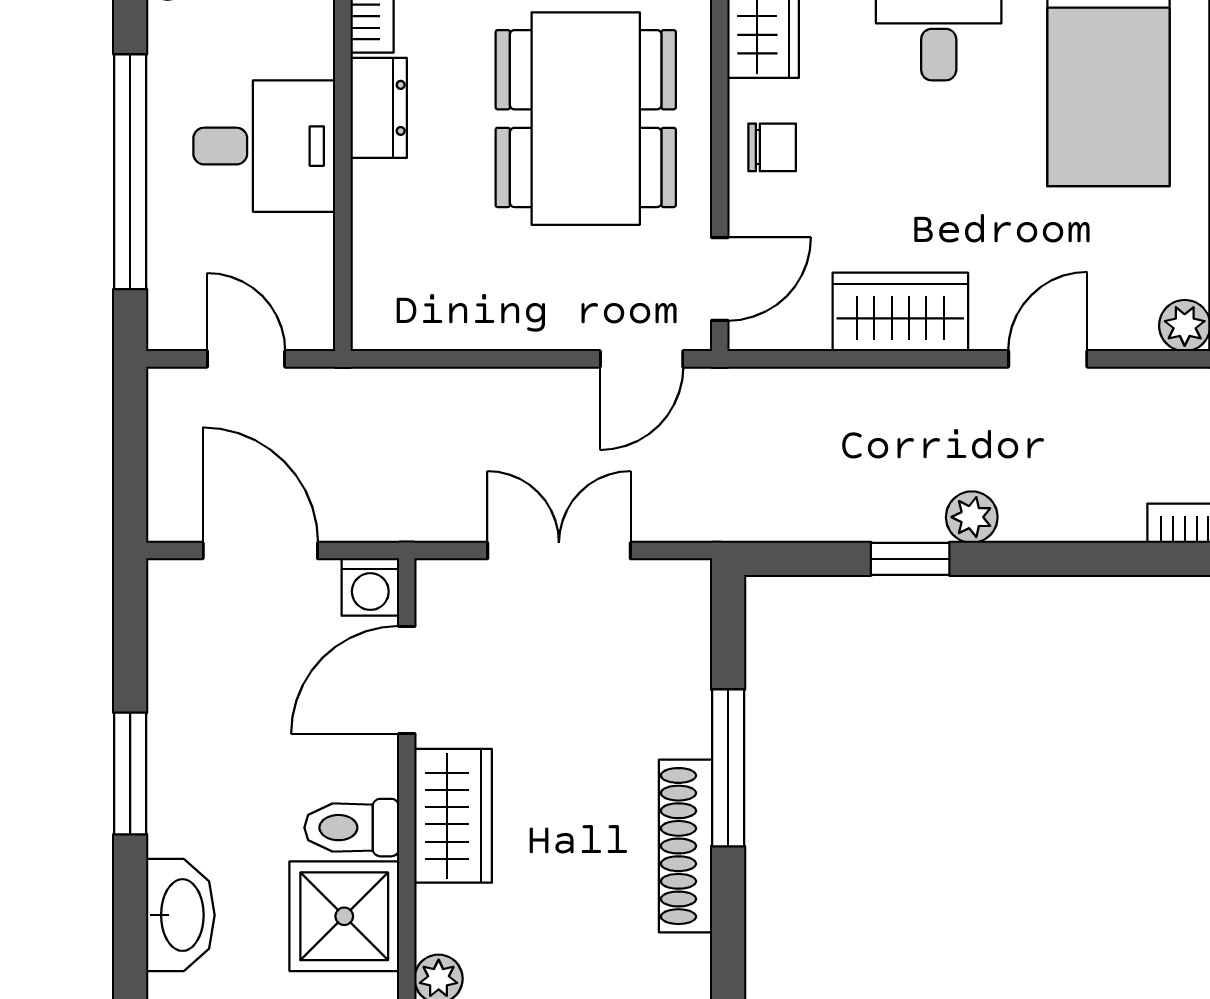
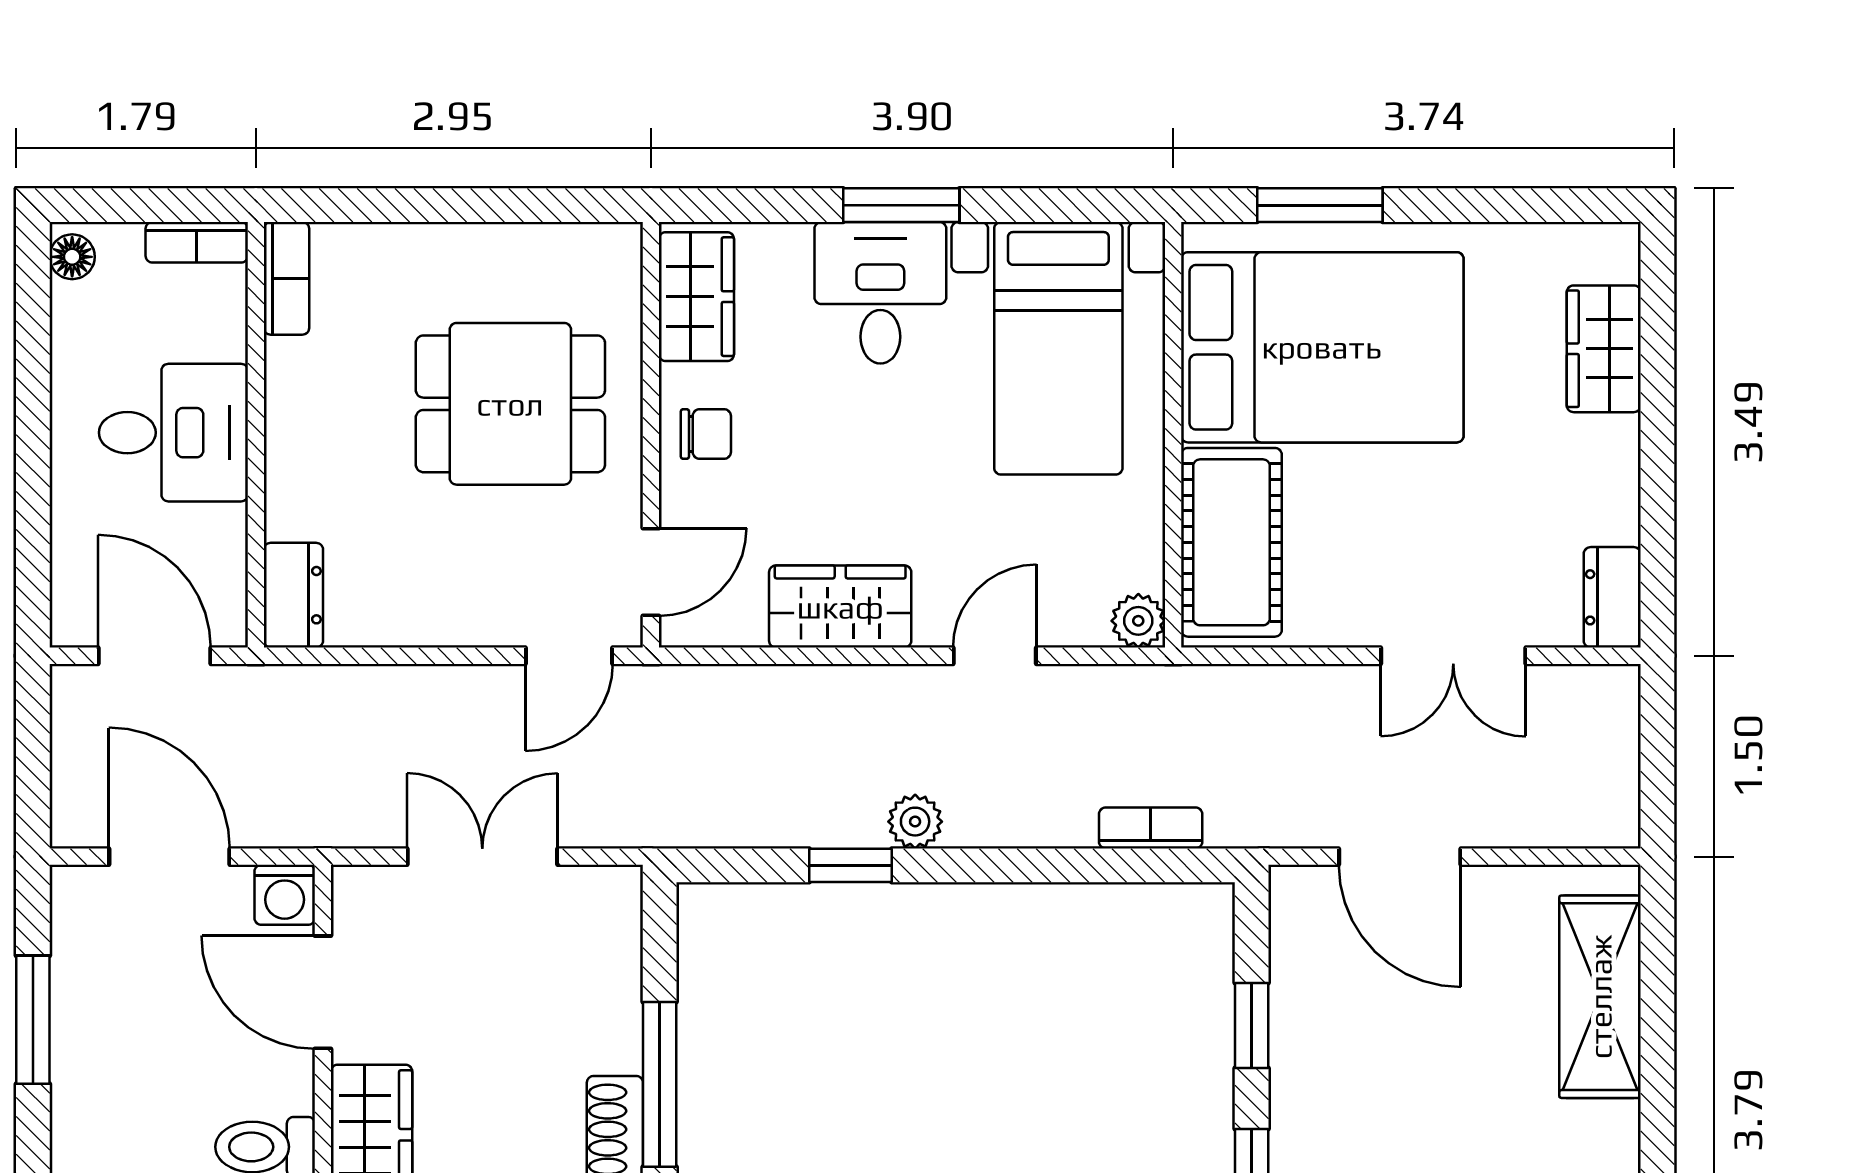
dresser: (379, 108) -> (293, 595), moved
dining table: (586, 119) -> (510, 404), width x0.73
window: (130, 172) -> (33, 459), removed
door: (246, 359) -> (154, 656), width x1.37
door: (407, 680) -> (323, 992), hinge flipped
window: (130, 773) -> (33, 1020), moved

